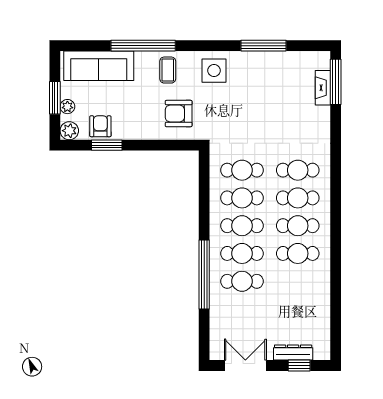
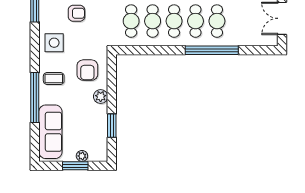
armchair: (100, 126) -> (76, 13), moved, turned 180
plant: (69, 131) -> (101, 97), moved

